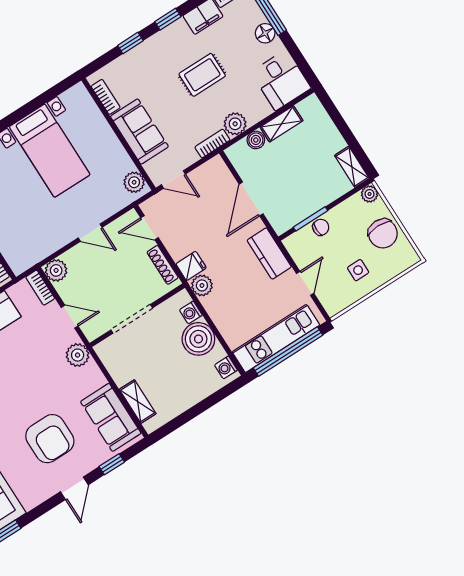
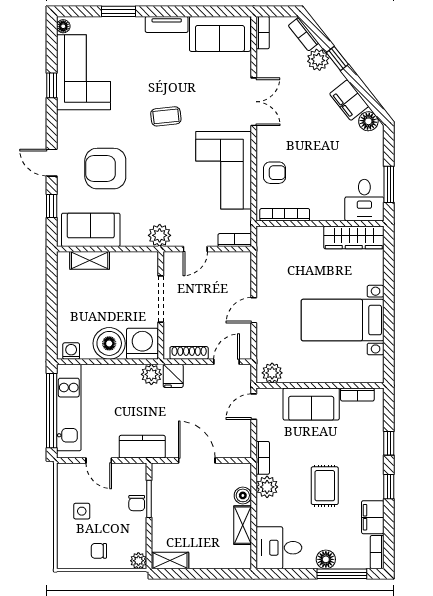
chair: (383, 234) -> (99, 551), width x0.54, depth x0.54
plant: (56, 270) -> (241, 262), removed
washing machine: (191, 312) -> (142, 344), width x1.89, depth x1.89

